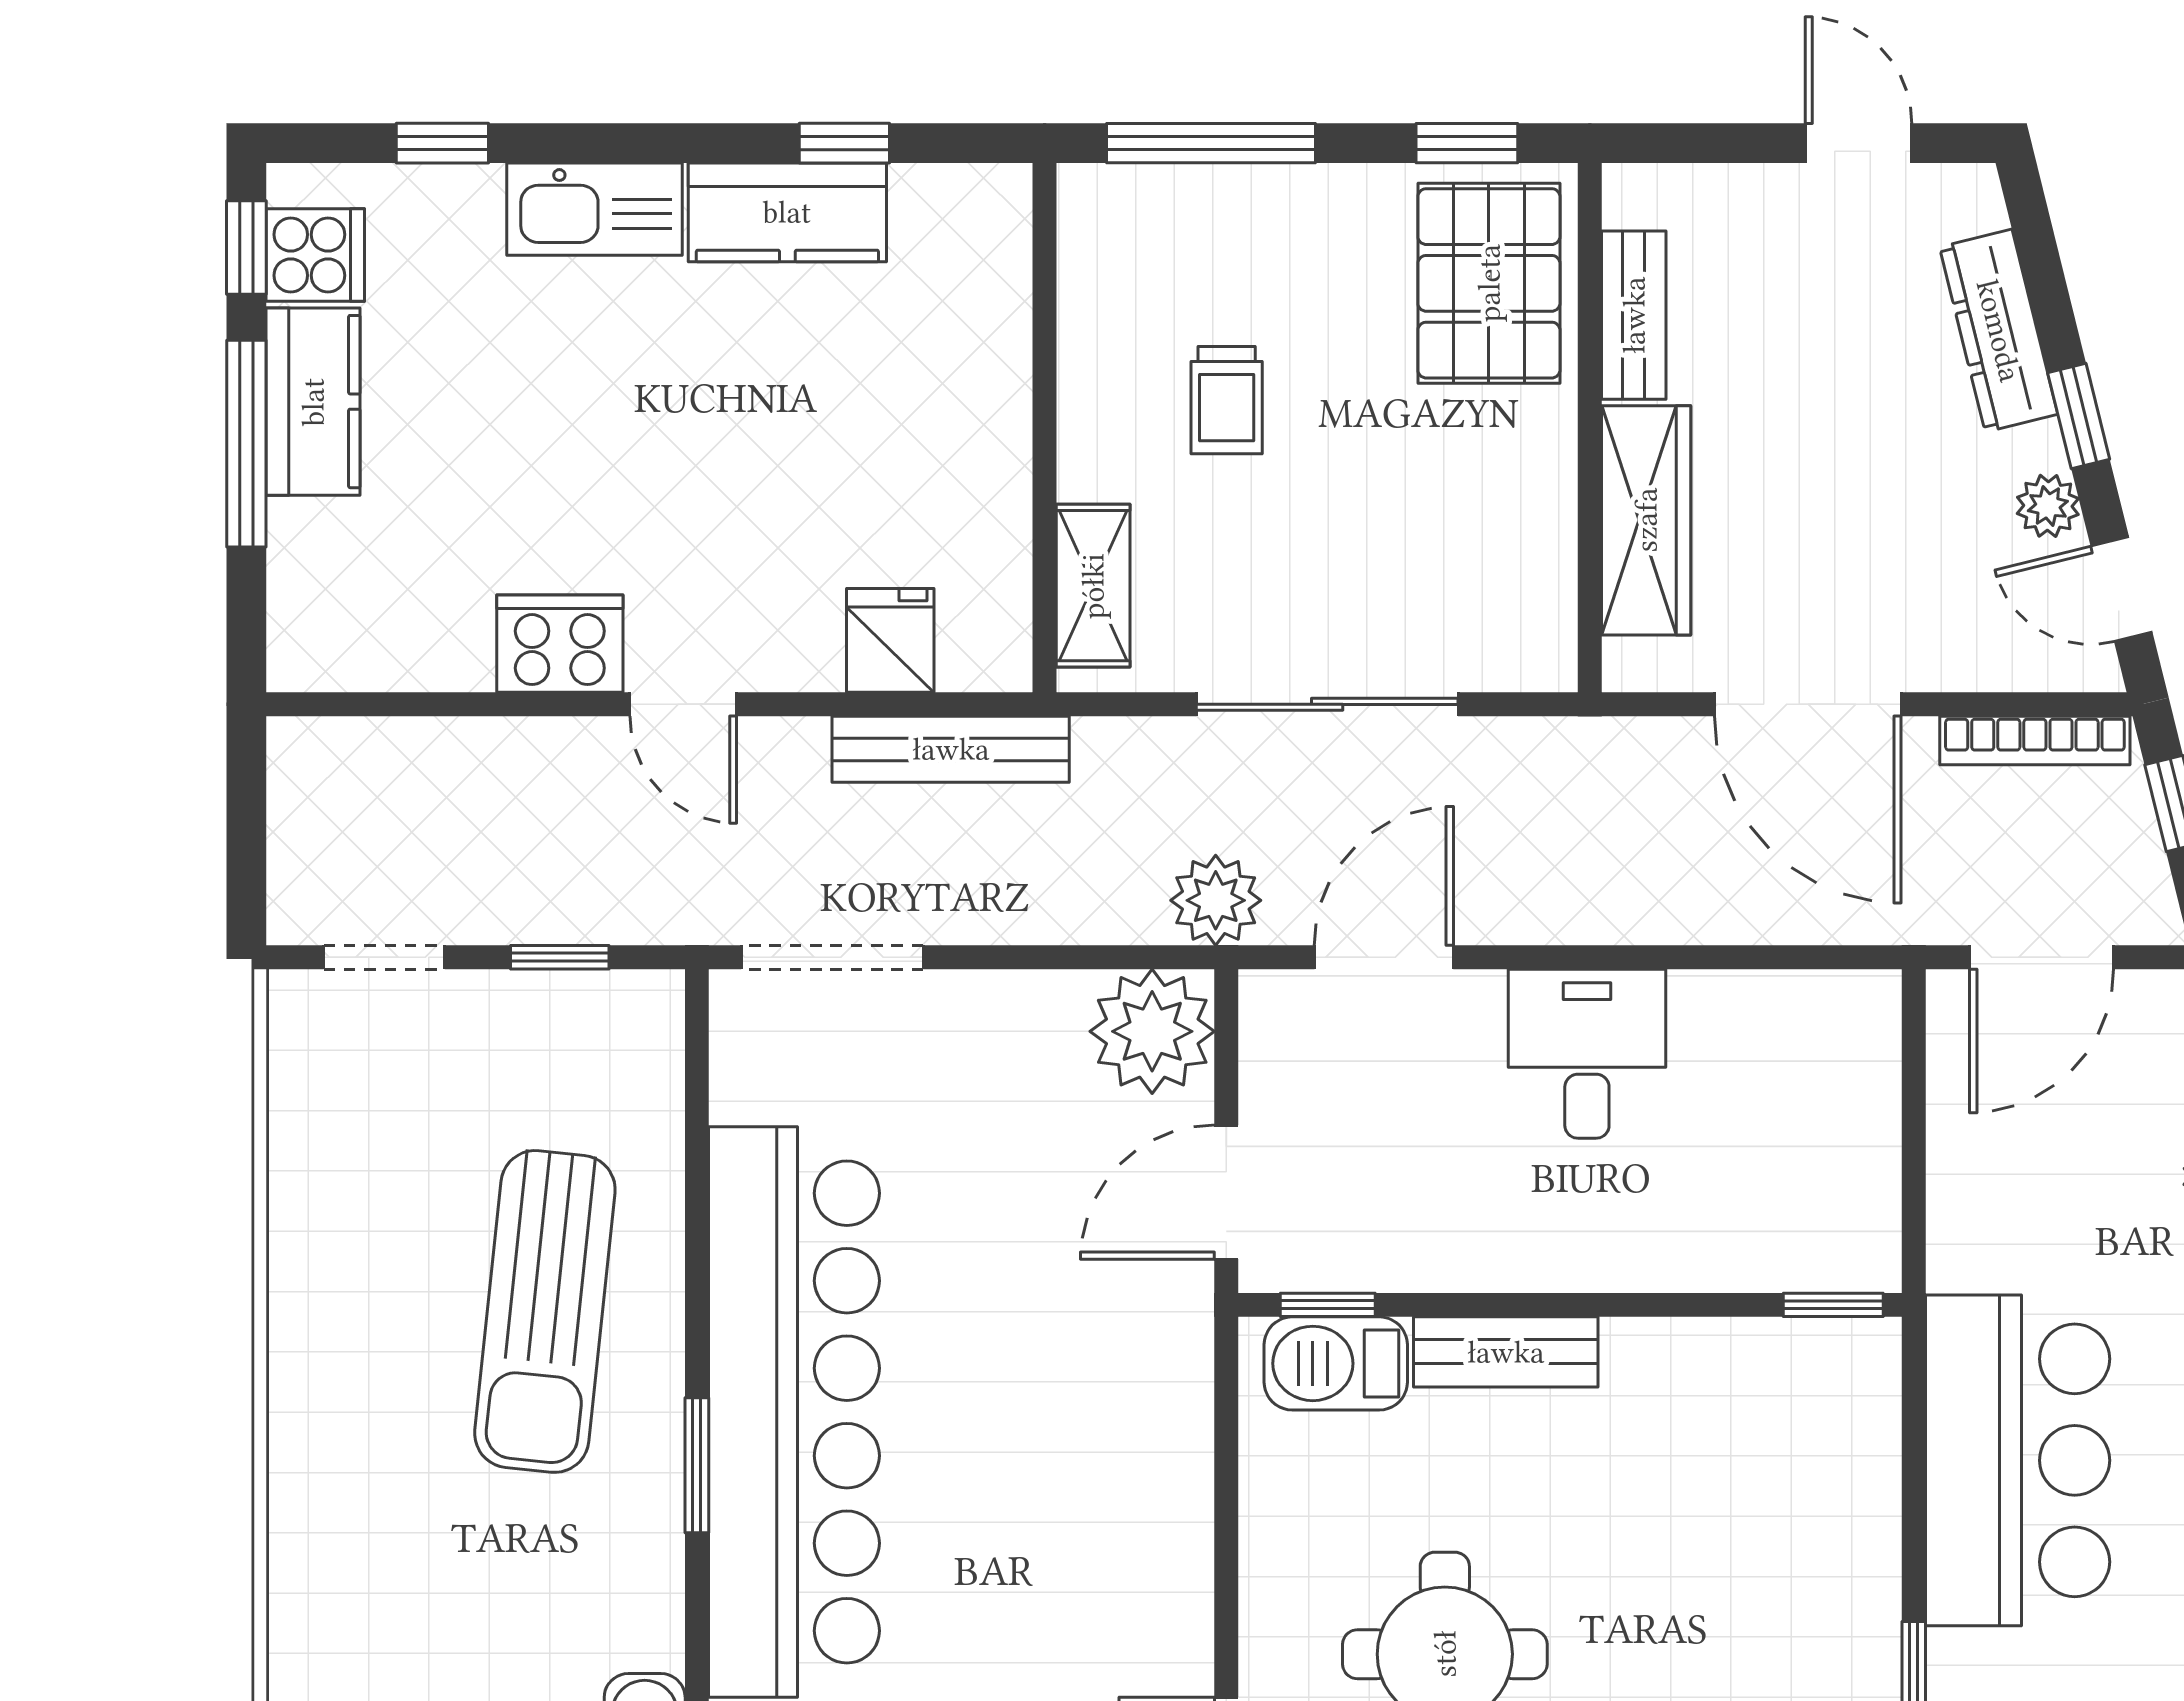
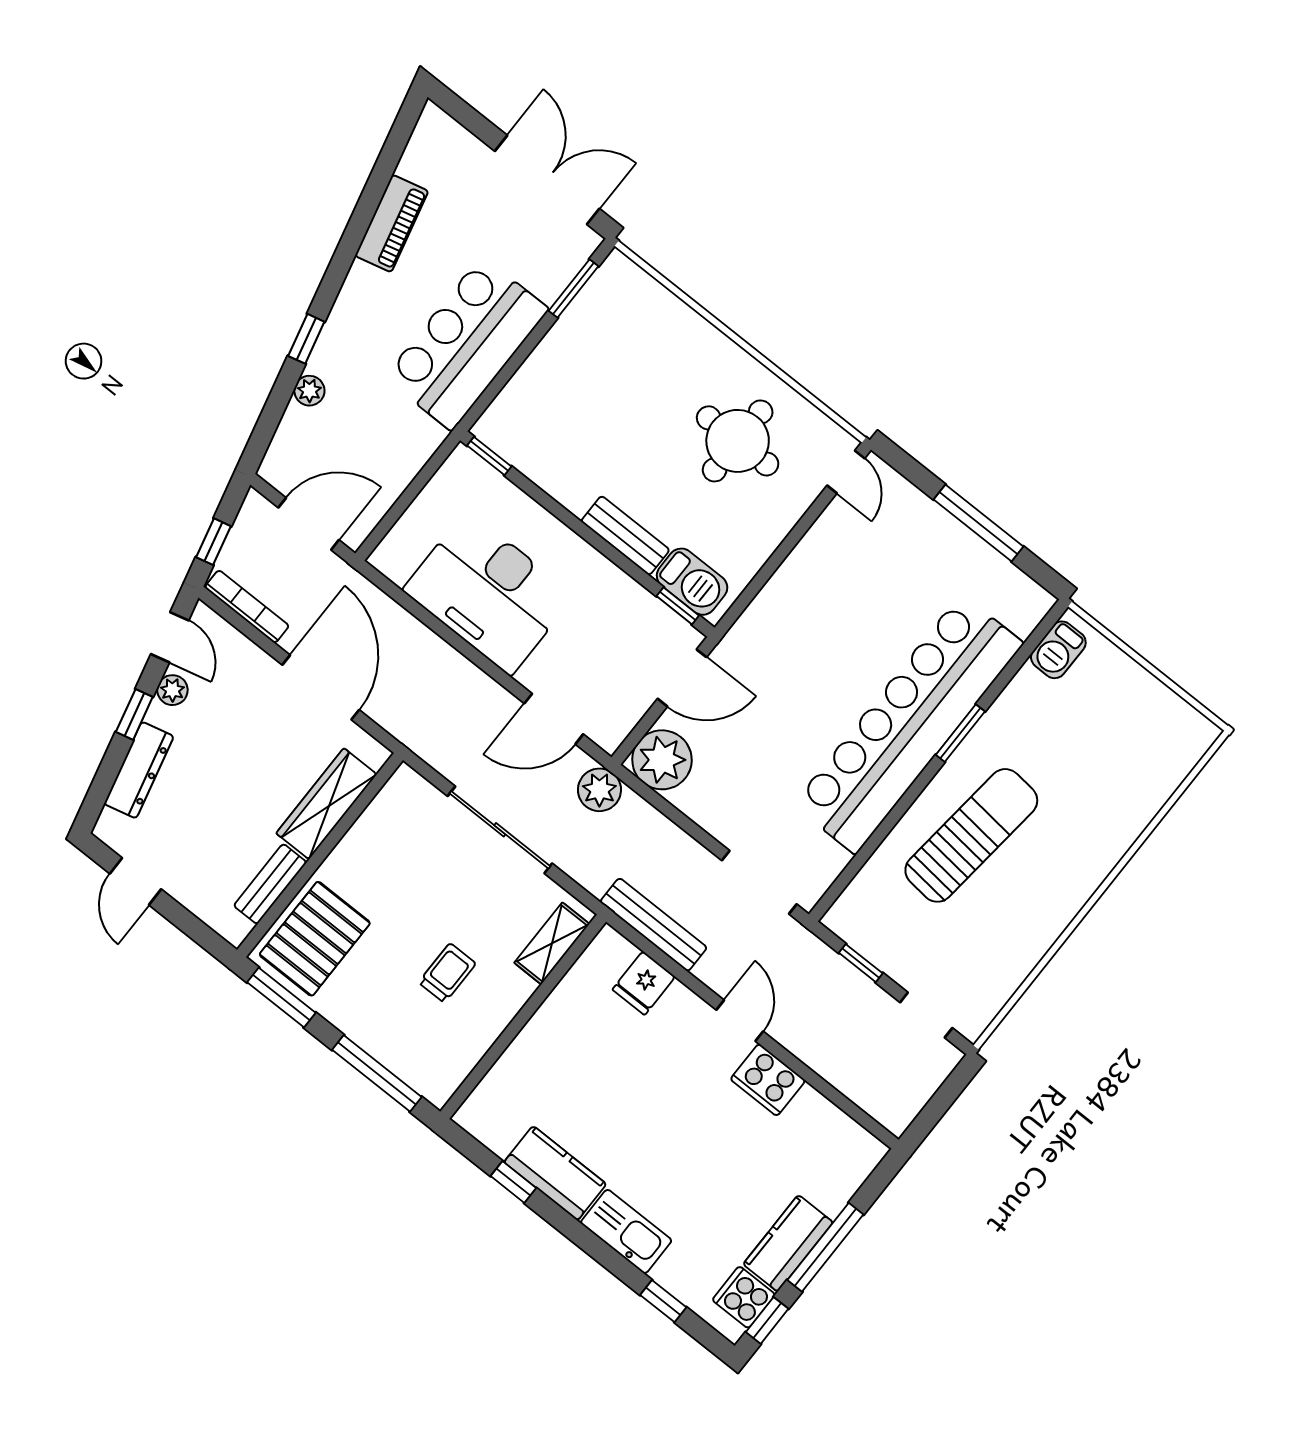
window: (1467, 143) -> (281, 997), width x1.50
desk: (1587, 1054) -> (489, 593), width x1.87, depth x1.30

